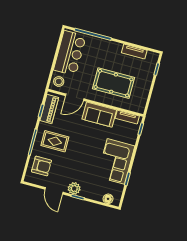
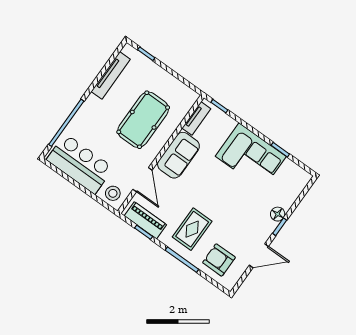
tv unit: (134, 51) -> (111, 75), width x1.41
armchair: (41, 166) -> (219, 260), turned -90
plant: (74, 188) -> (266, 227), removed
floor lamp: (108, 199) -> (278, 214), moved

